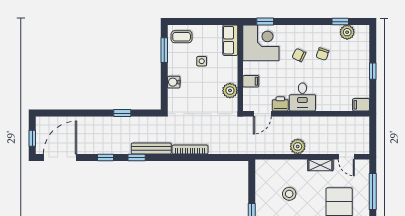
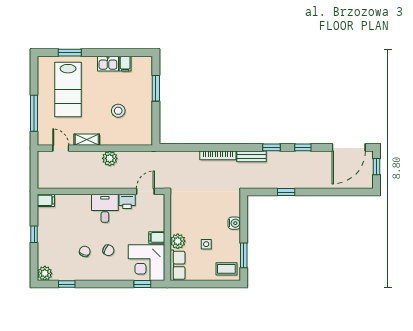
plant: (347, 32) -> (45, 273), moved
filing cabinet: (251, 81) -> (157, 237), moved
plant: (230, 91) -> (178, 241), moved
bench: (151, 149) -> (252, 156), width x0.73

